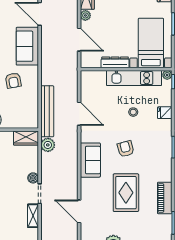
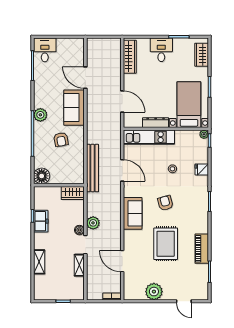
plant: (85, 15) -> (128, 79), removed
kitchen unit: (134, 78) -> (149, 137), moved
plant: (48, 145) -> (93, 223), moved

